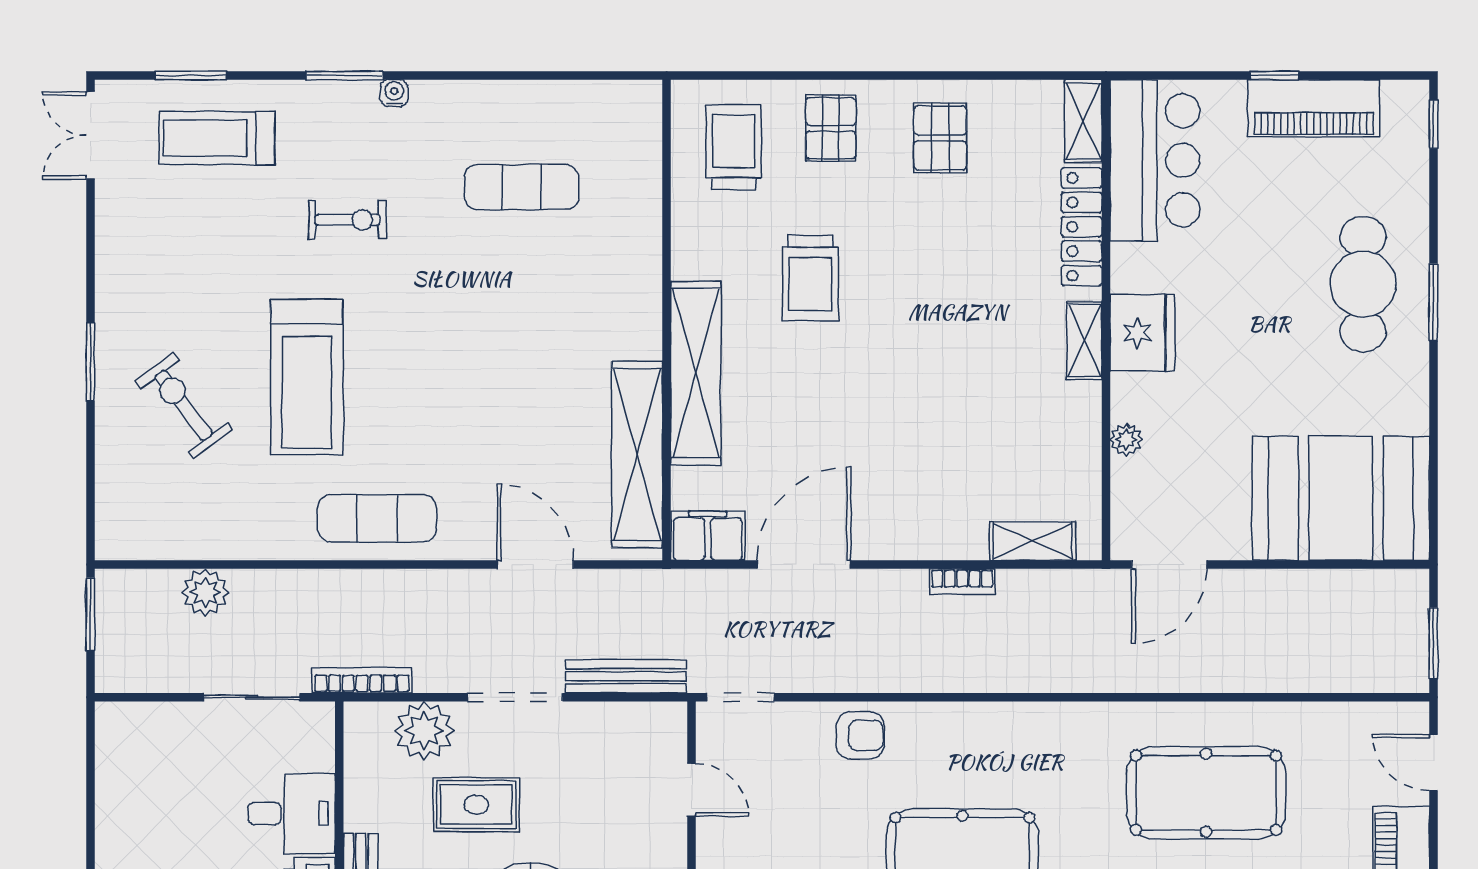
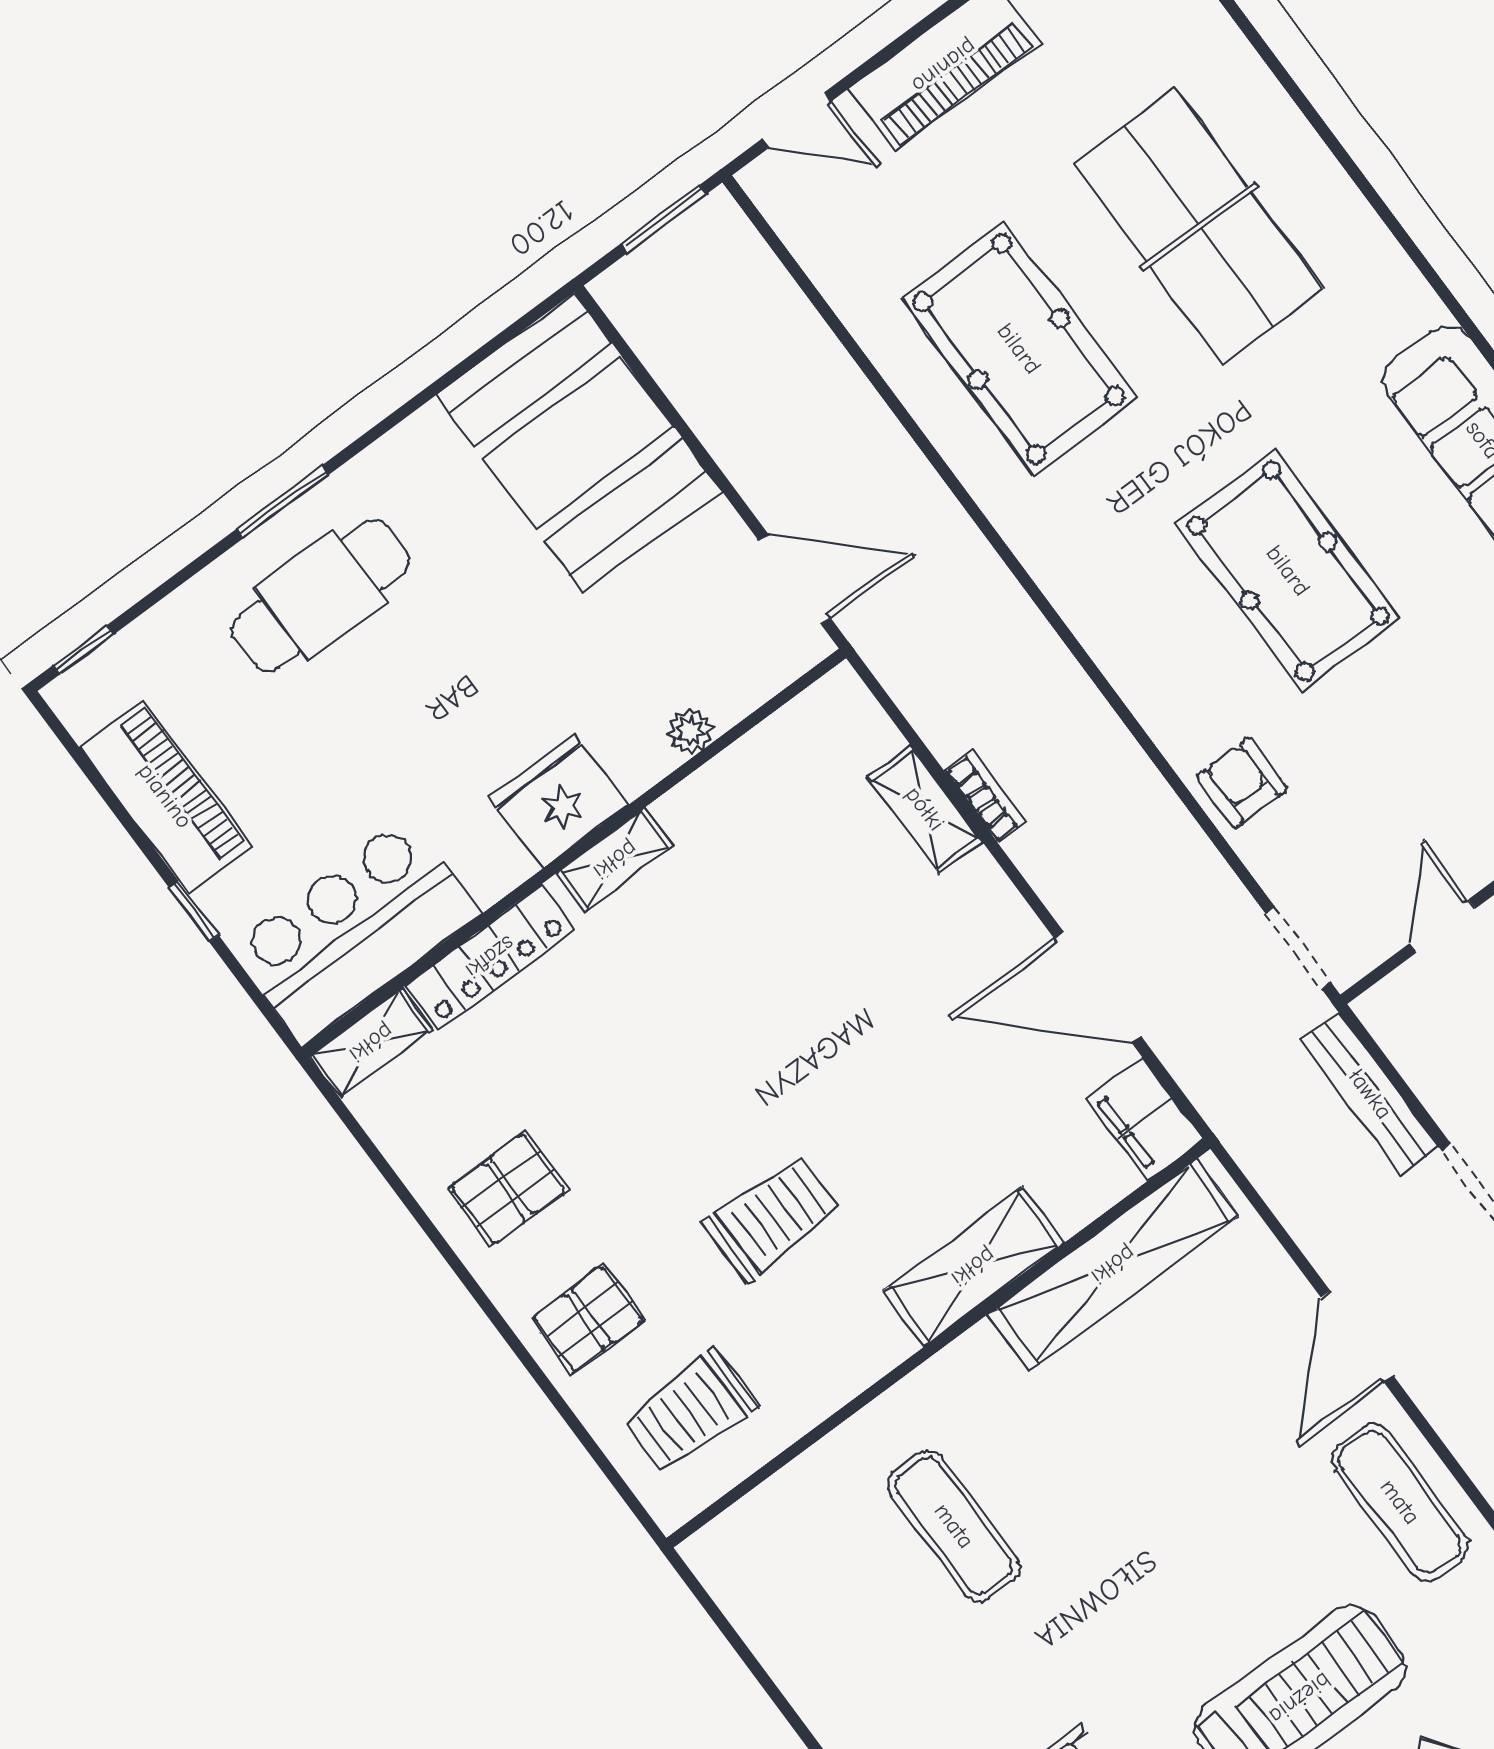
window: (1274, 75) -> (194, 912), moved
exercise mat: (522, 187) -> (954, 1526), moved
shelving: (696, 373) -> (973, 1267), width x0.68
shelving: (1033, 541) -> (925, 809), moved
door: (535, 565) -> (1357, 1337), moved
door: (1433, 763) -> (797, 120), hinge flipped

